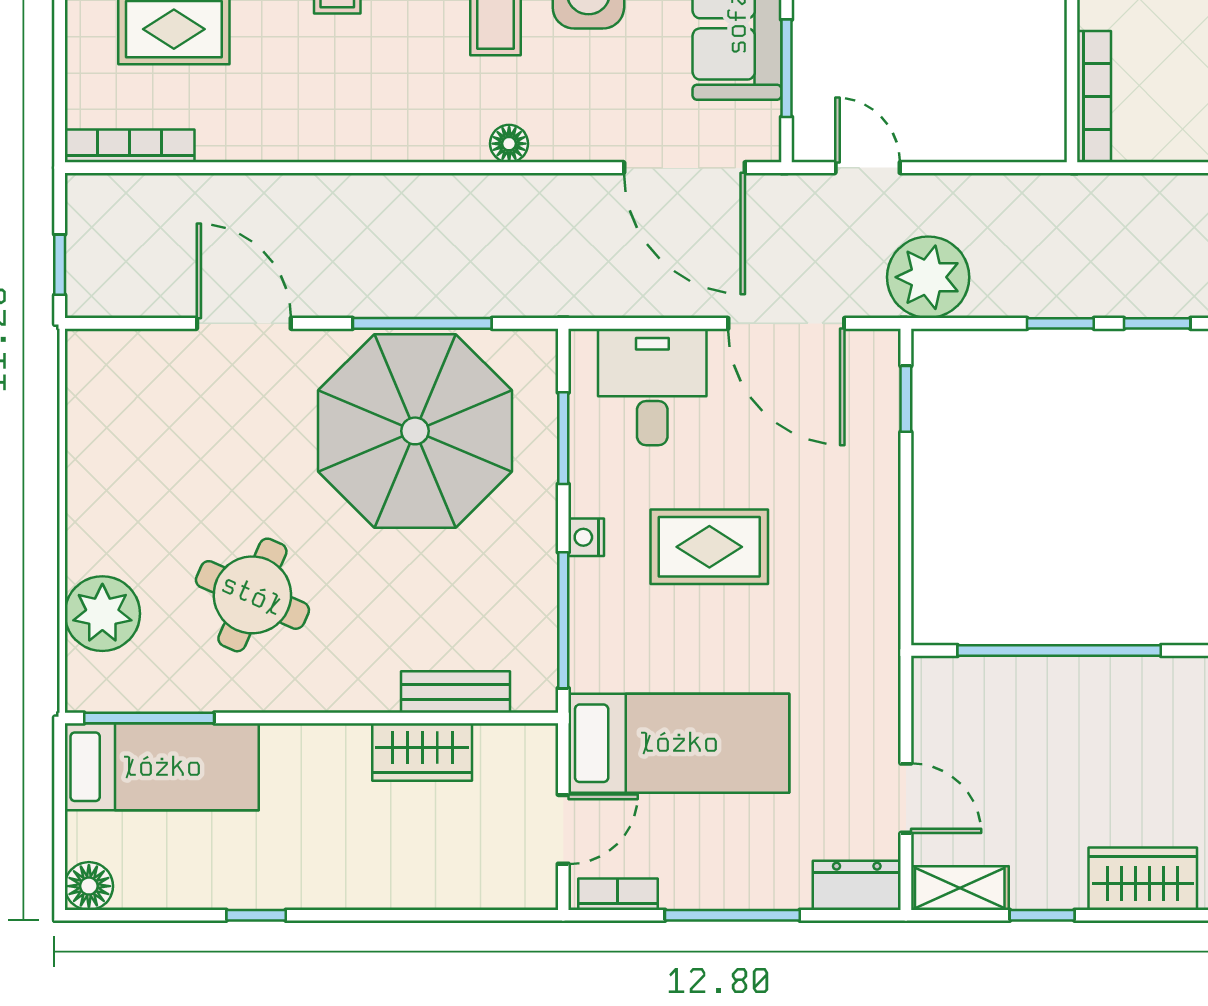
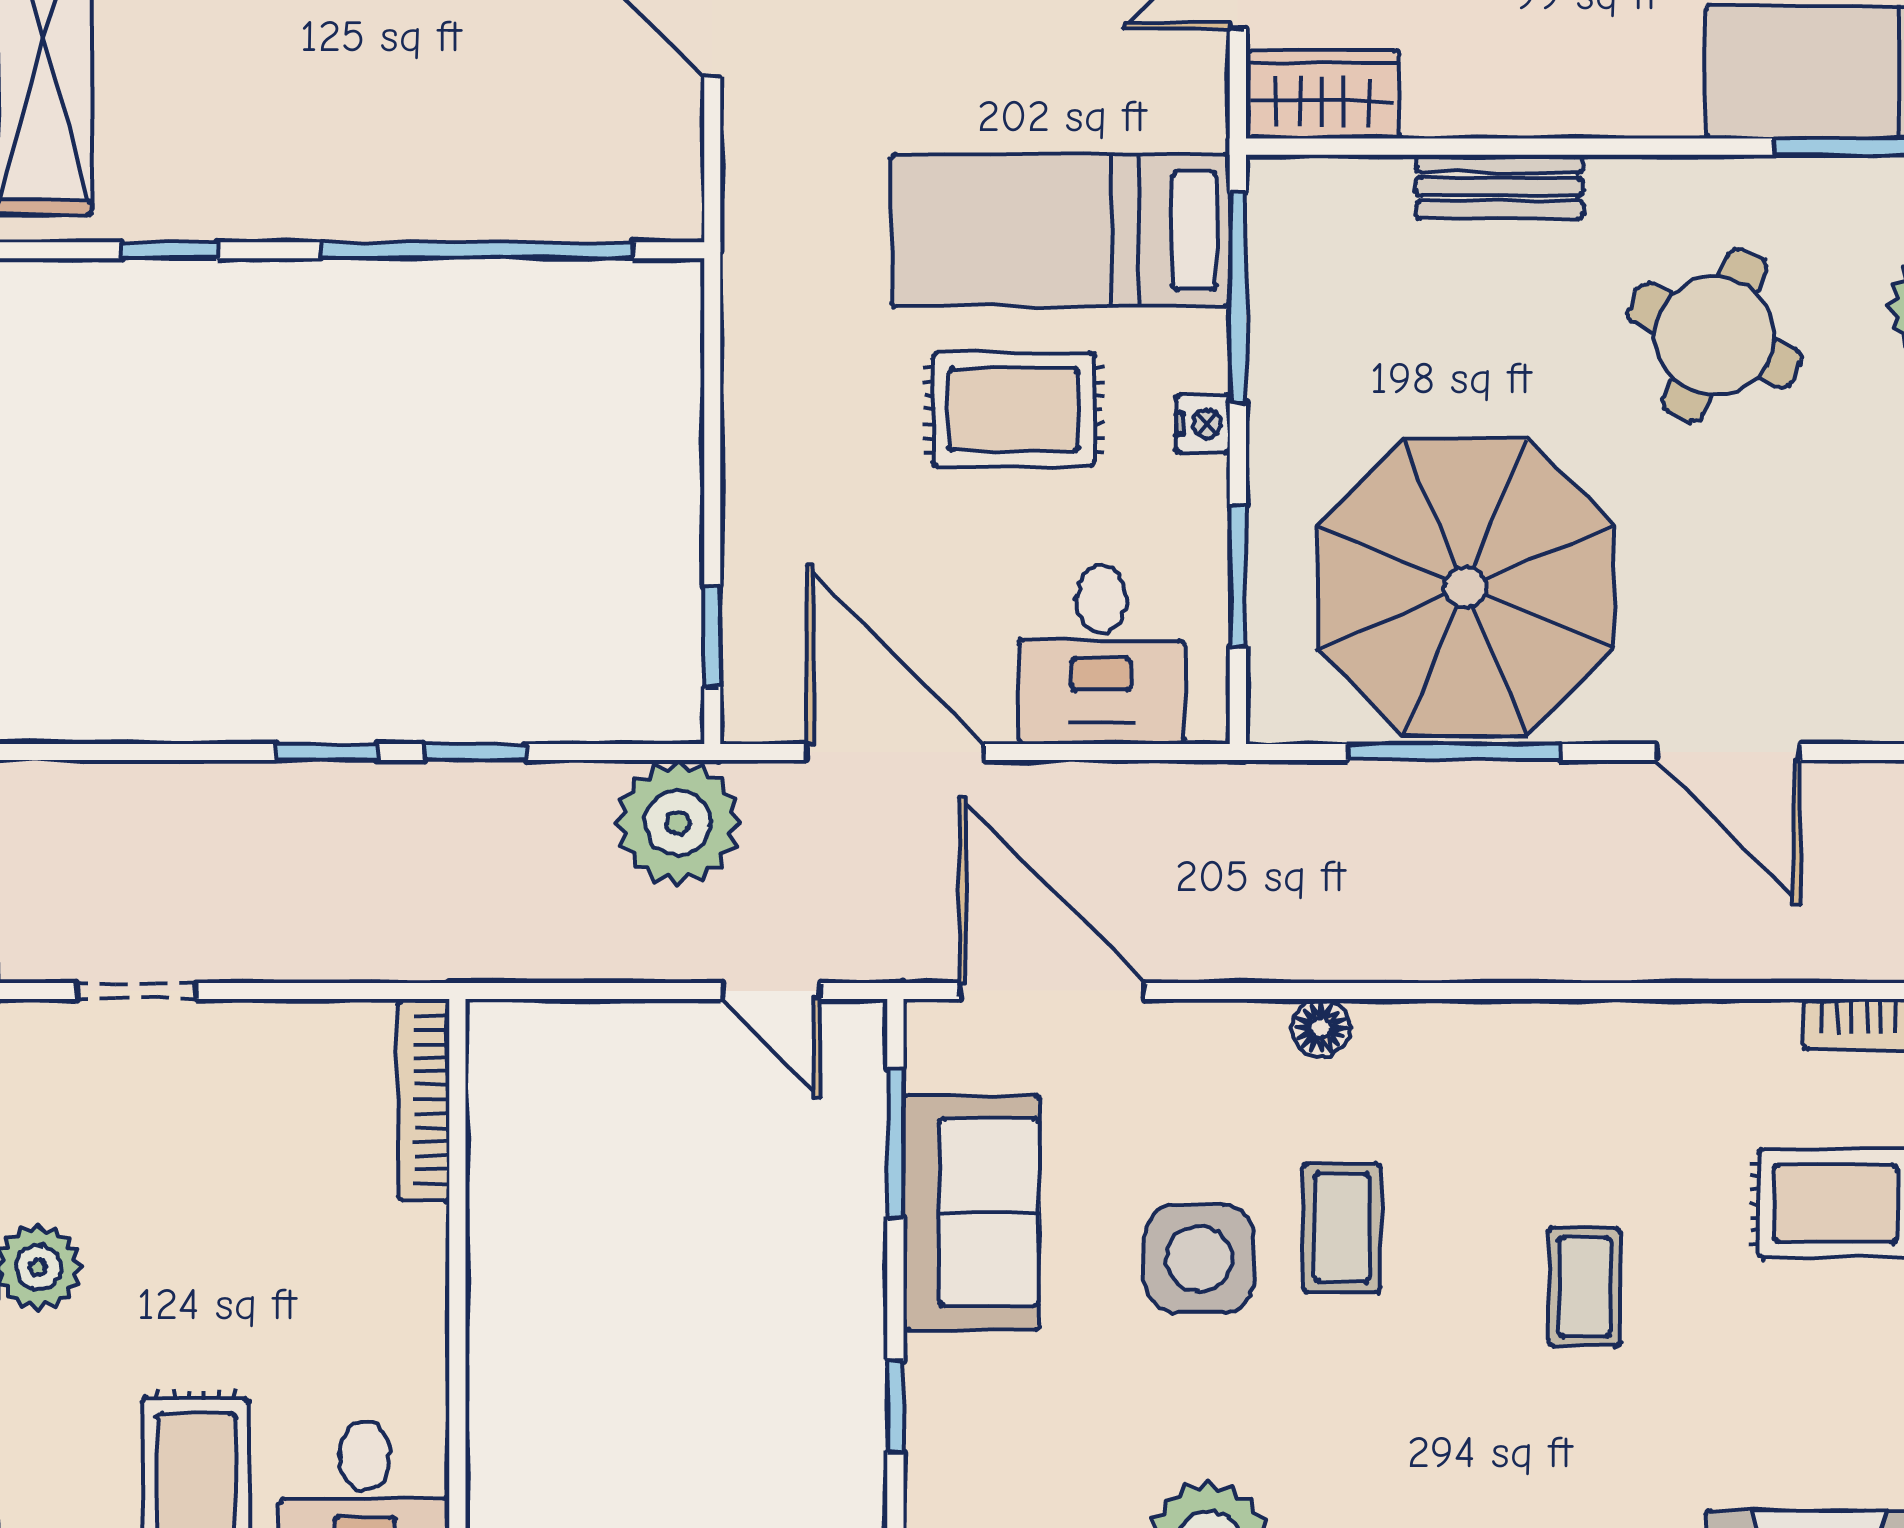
bench: (456, 692) -> (1499, 187), moved
bed: (679, 743) -> (1061, 230), moved
wardrobe: (422, 752) -> (1322, 94), moved

